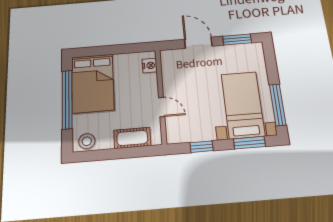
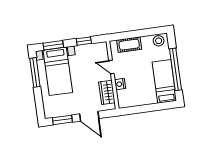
nightstand: (150, 66) -> (120, 84), moved
wardrobe: (171, 73) -> (107, 92), added
bed: (93, 83) -> (164, 81), width x0.67

